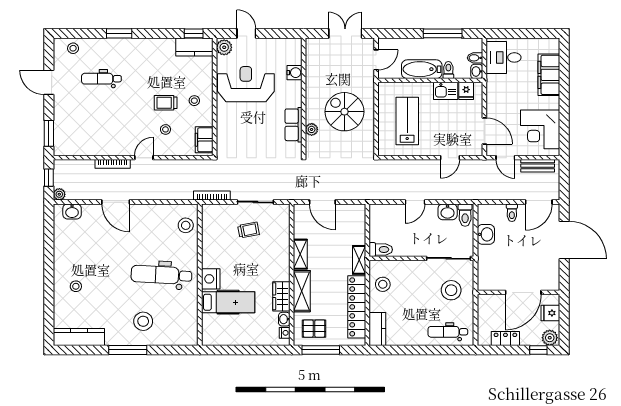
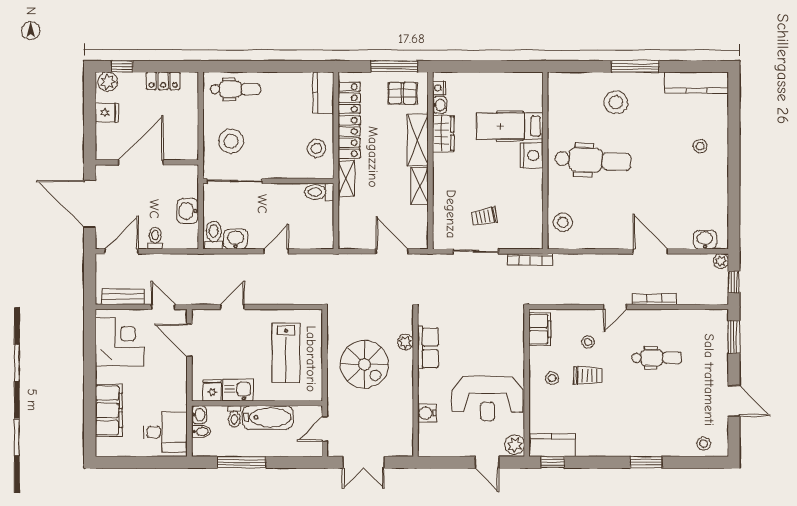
dental chair: (101, 79) -> (657, 358), moved
wall: (519, 292) -> (147, 162), moved
door: (523, 292) -> (141, 162), moved

